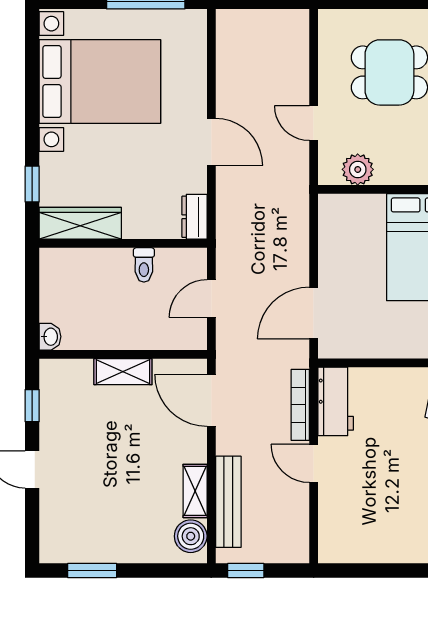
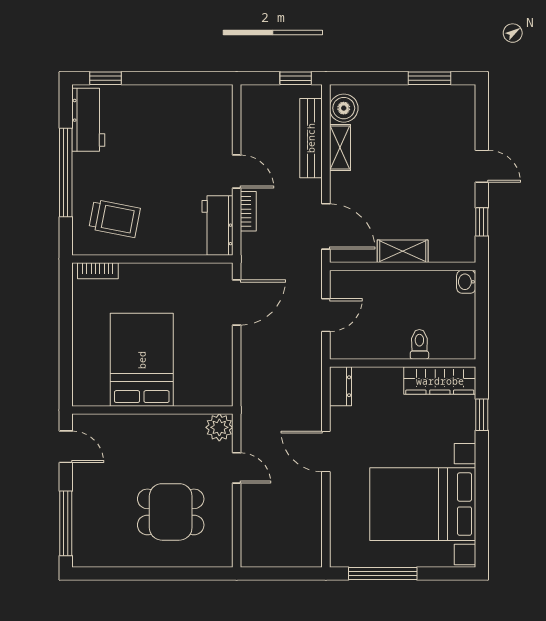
plant: (358, 169) -> (219, 427), moved
toilet: (144, 265) -> (419, 344), moved
bookcase: (300, 405) -> (248, 211), width x0.64

